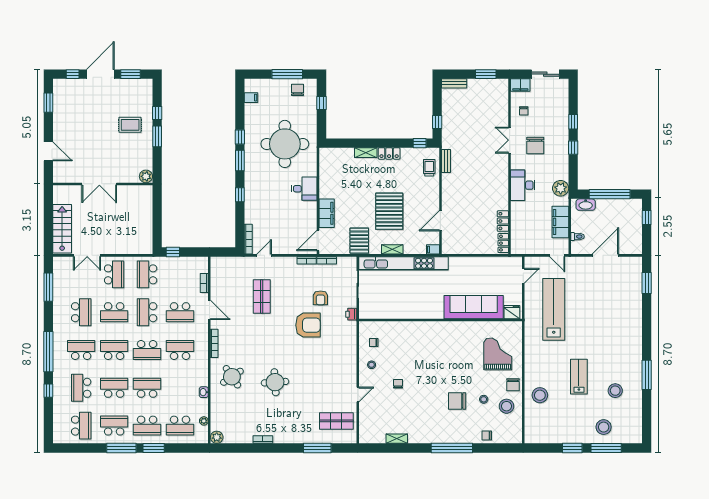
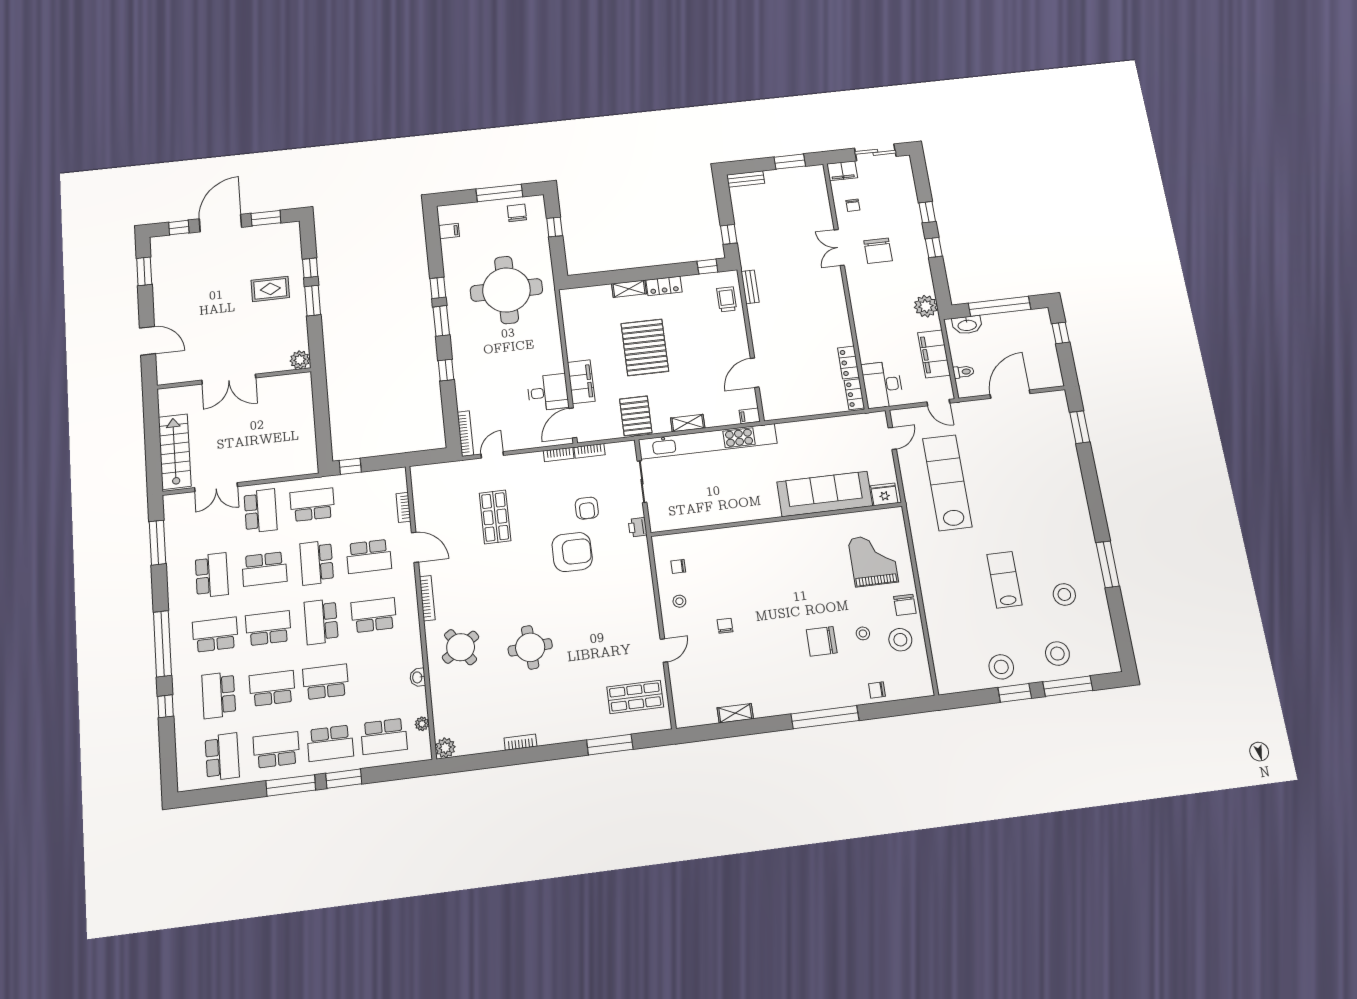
desk: (523, 185) -> (882, 385), moved
desk: (304, 189) -> (548, 392), moved
pallet: (389, 211) -> (645, 347), moved
school desk: (147, 274) -> (312, 505), turned 90
school desk: (147, 350) -> (321, 622), turned 90
stool: (540, 395) -> (1001, 667), moved

